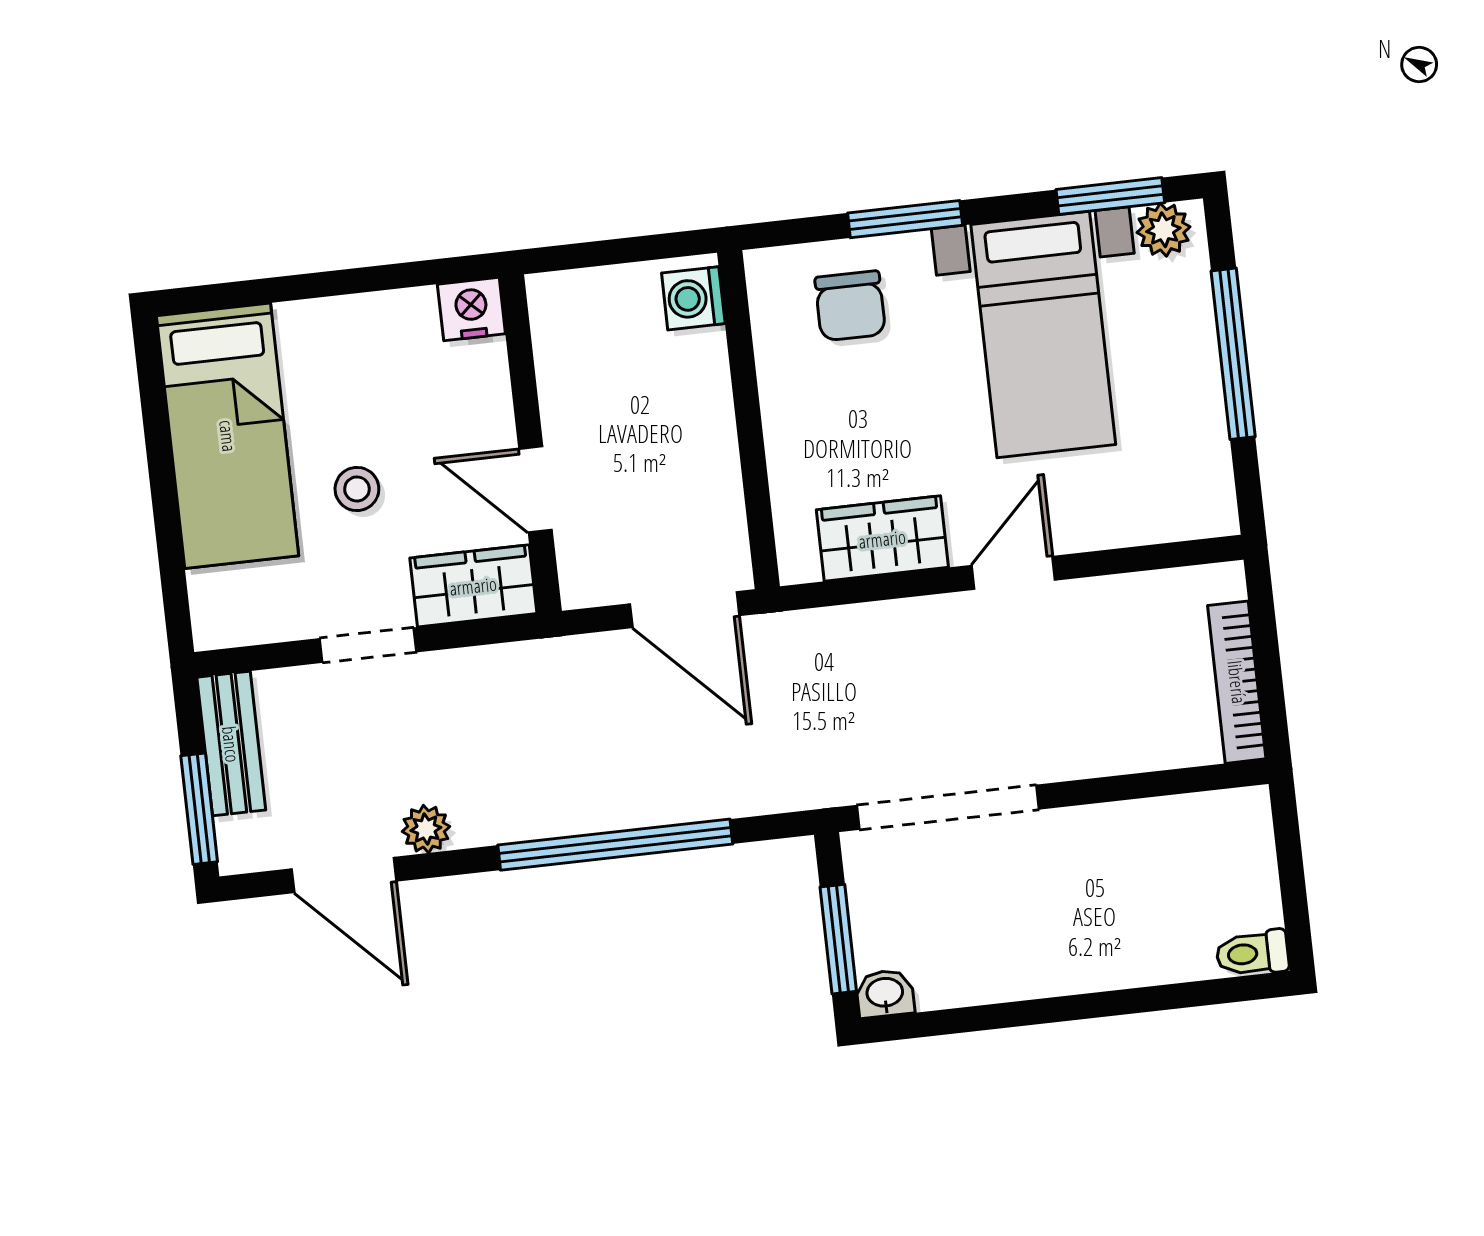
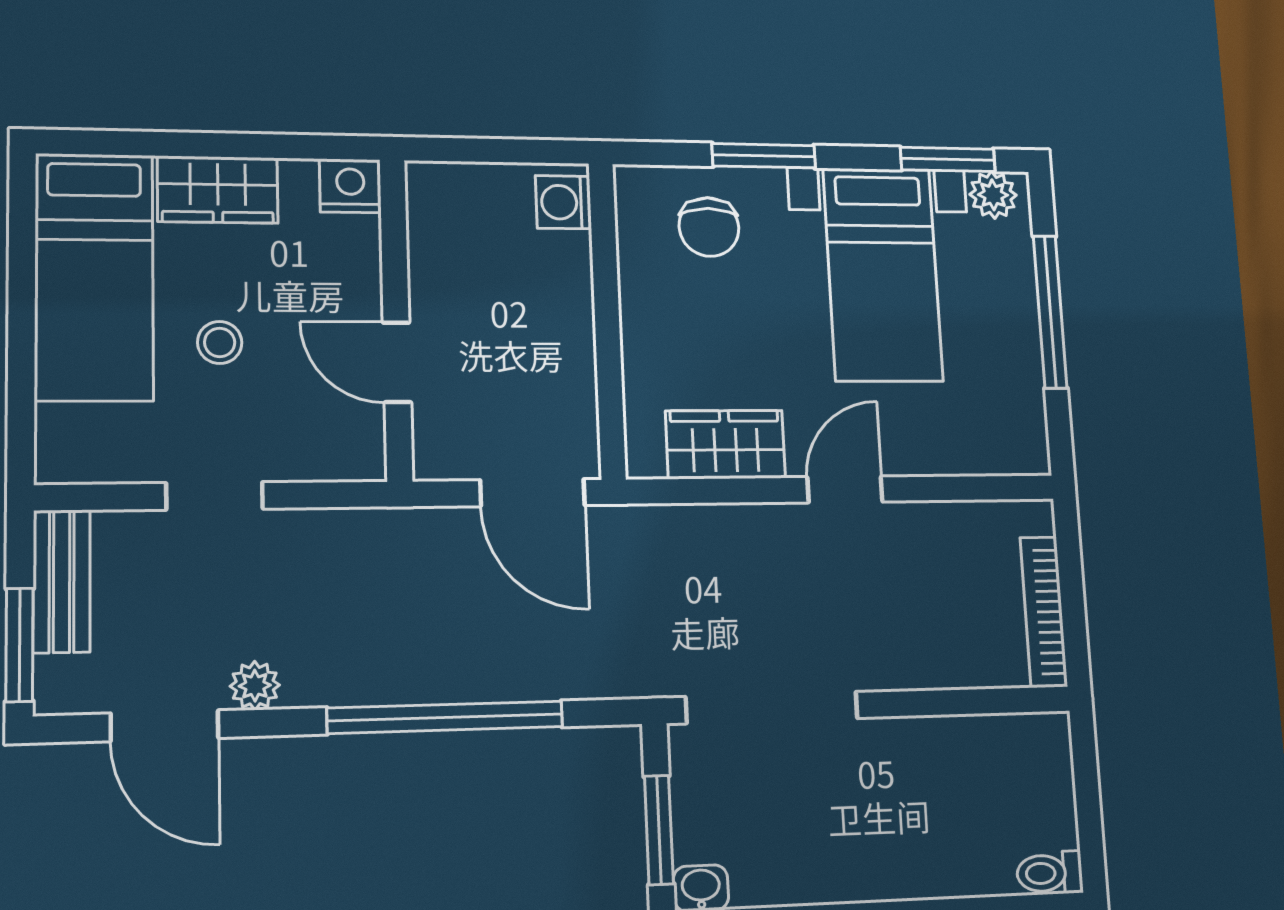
wardrobe: (473, 586) -> (218, 190), moved, turned 180

